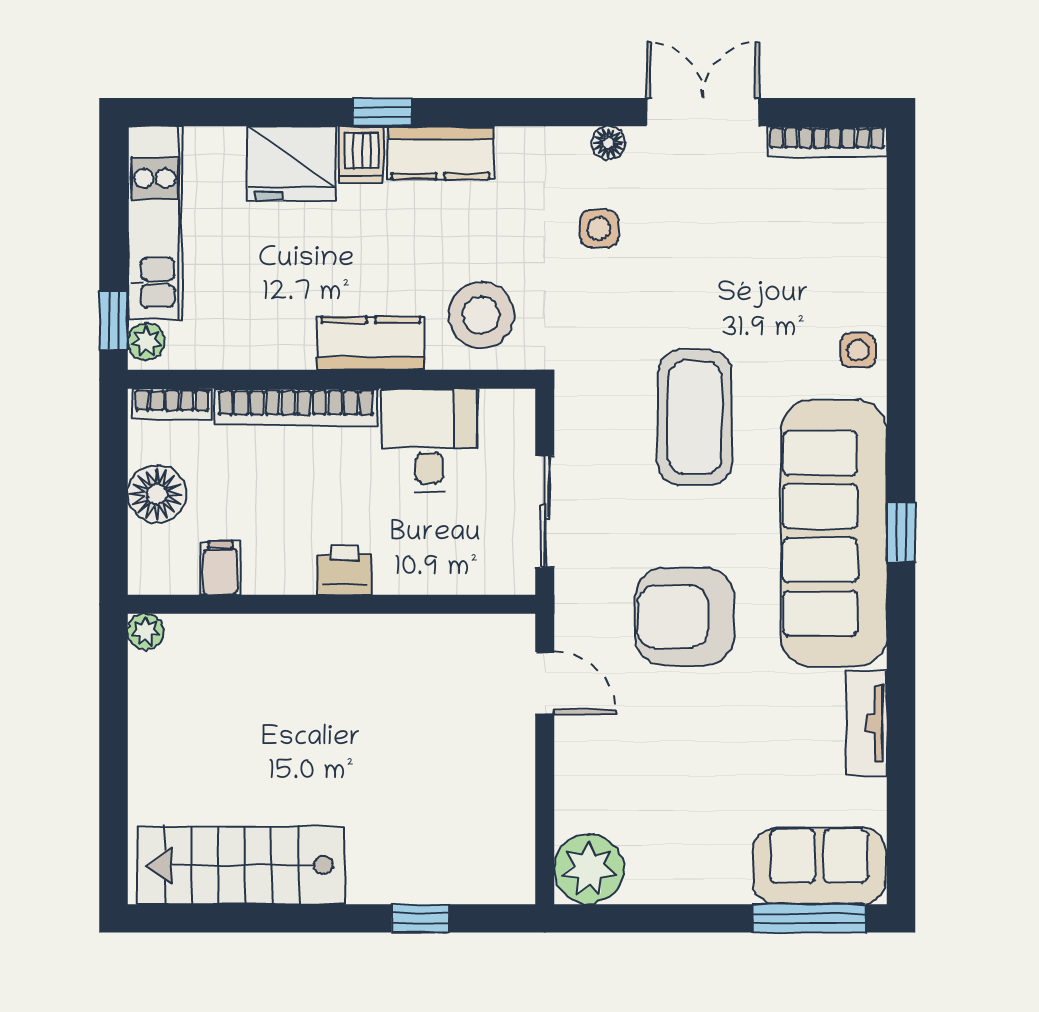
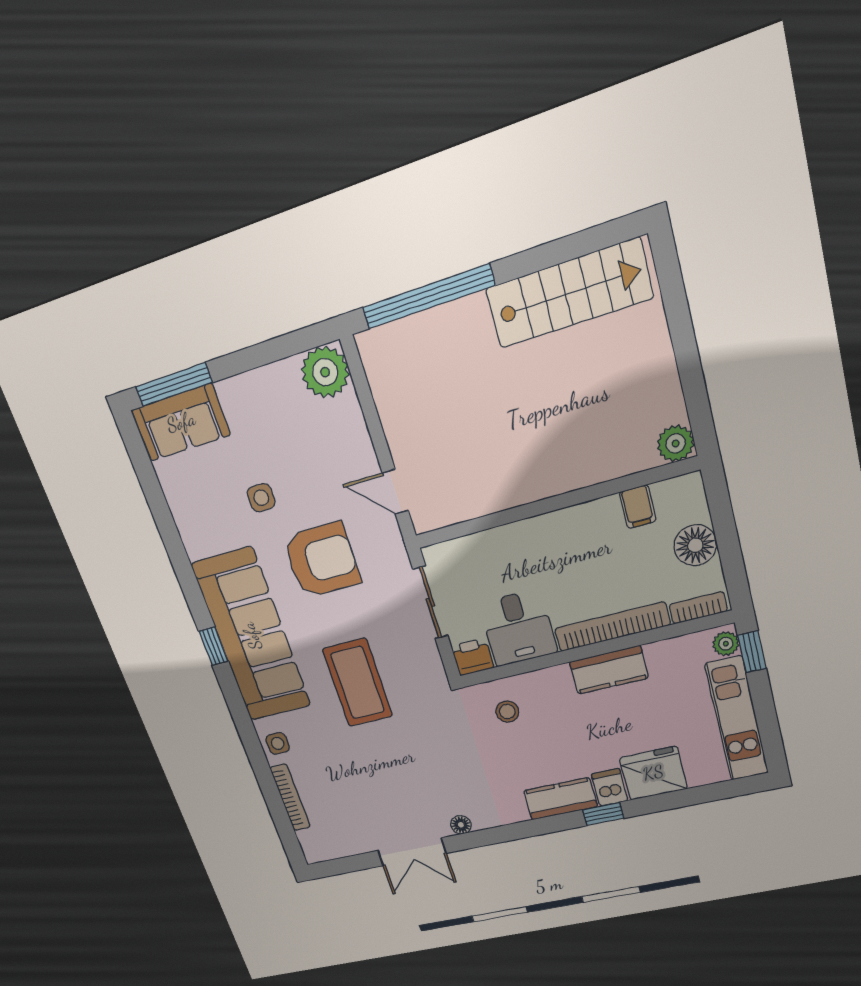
bookcase: (827, 142) -> (290, 797), moved, turned 90
side table: (599, 229) -> (261, 498), moved
stool: (481, 315) -> (507, 712), width x0.53, depth x0.53
kitchen counter: (371, 343) -> (609, 670), moved
printer: (344, 570) -> (472, 657), moved, turned 180
plant: (145, 632) -> (676, 443), width x1.38, depth x1.38
tv unit: (867, 724) -> (188, 525), removed
window: (420, 918) -> (428, 297), width x3.17

